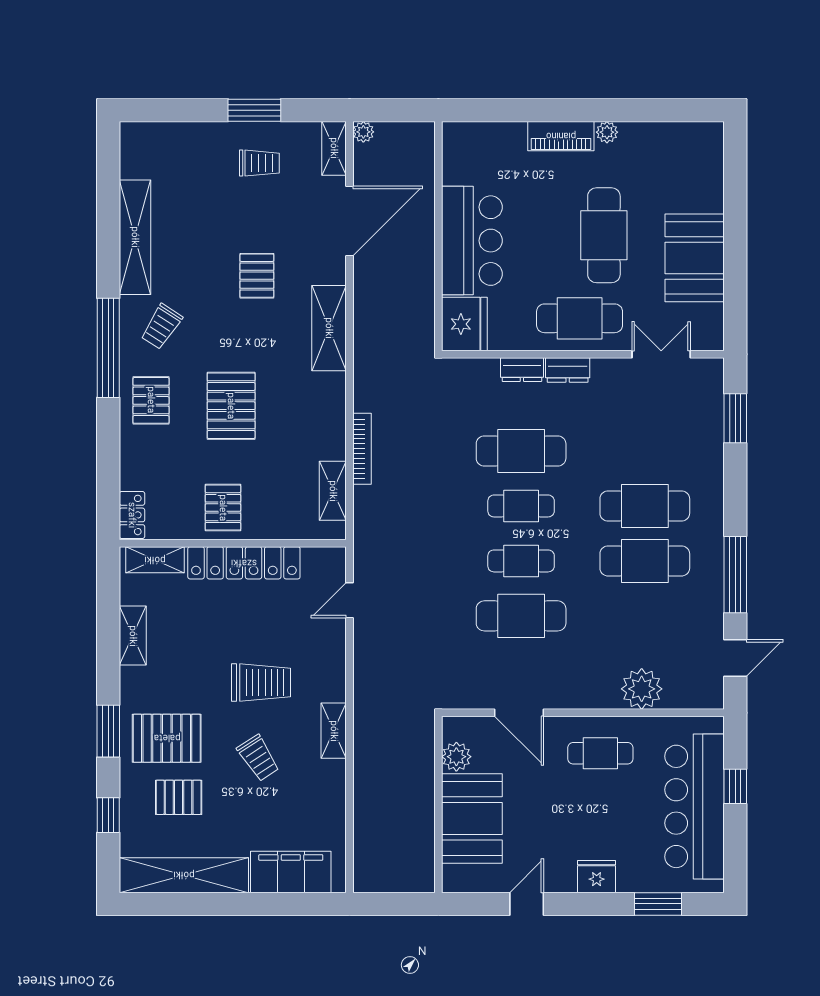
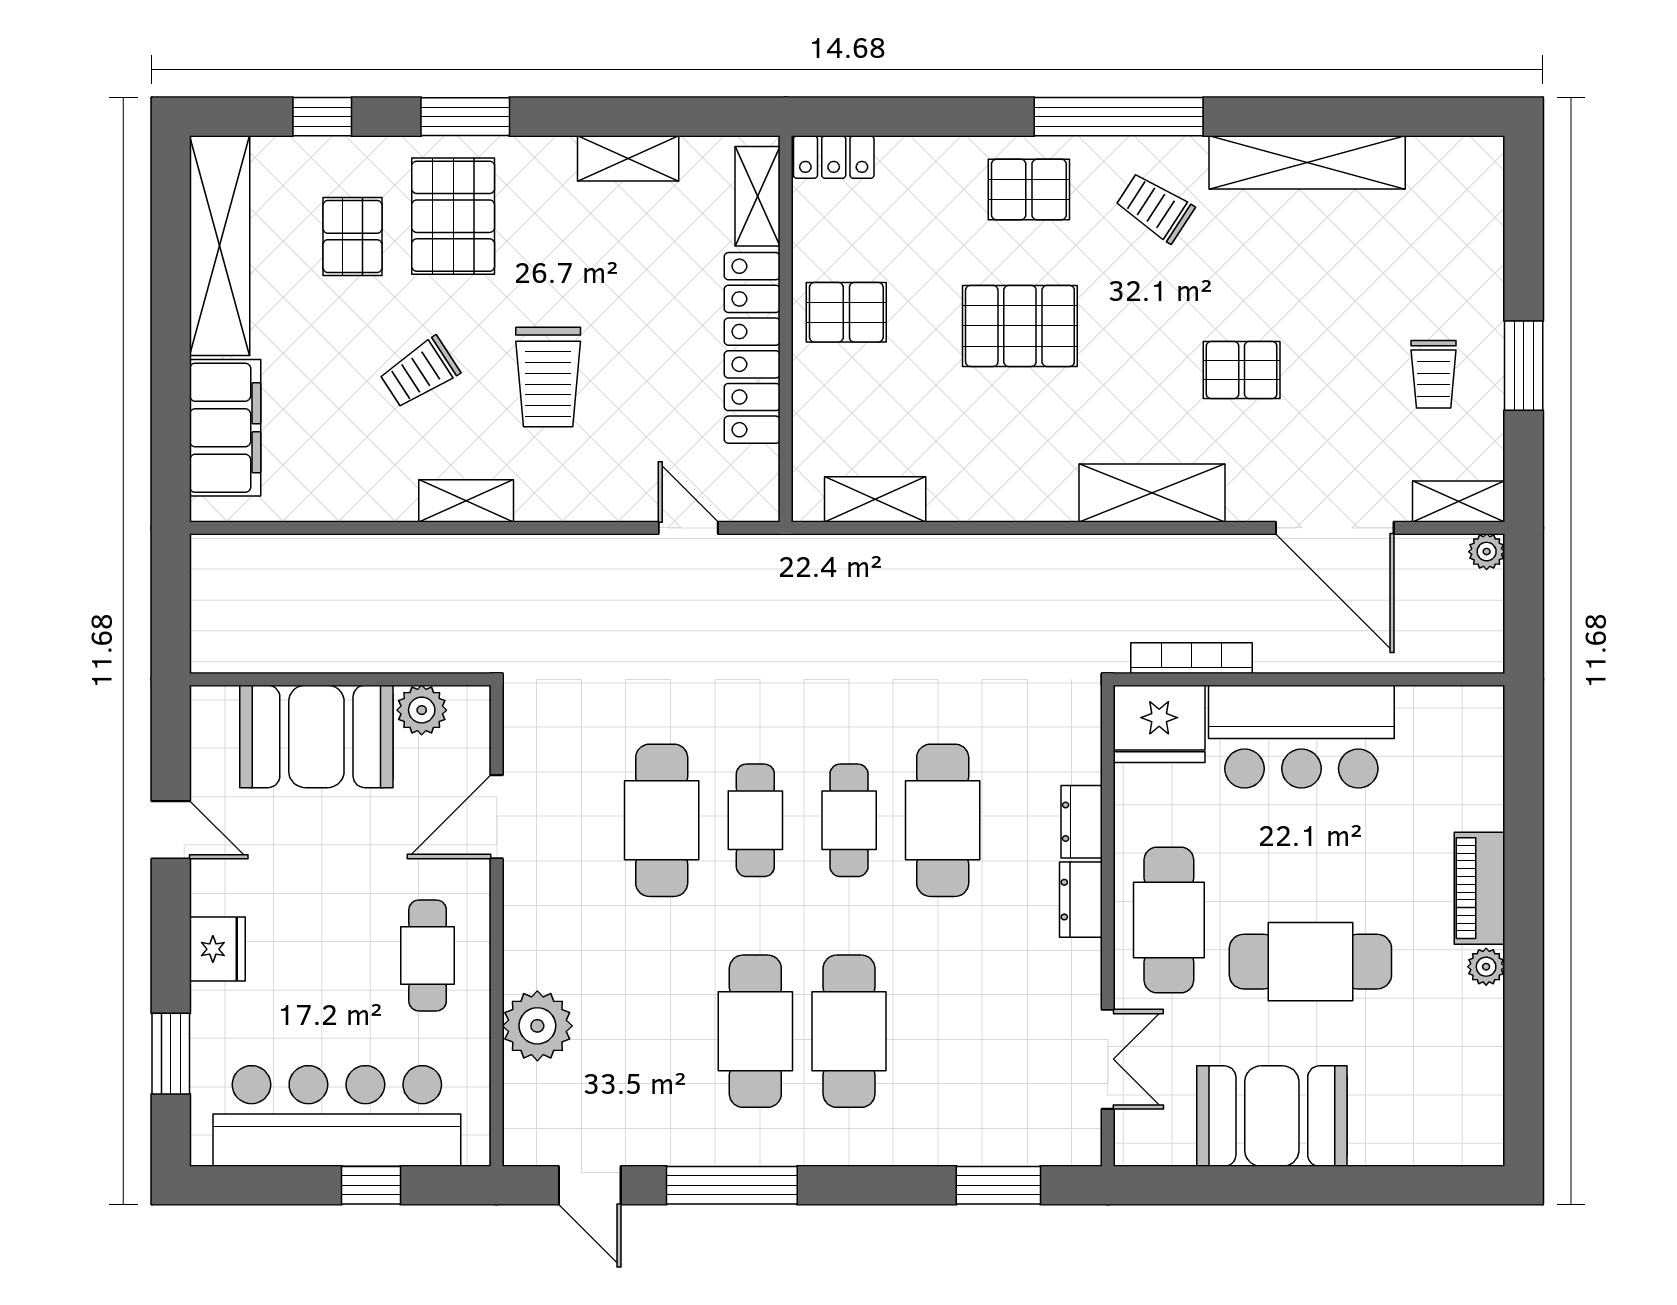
bookcase: (362, 449) -> (1192, 658), moved, turned 180

